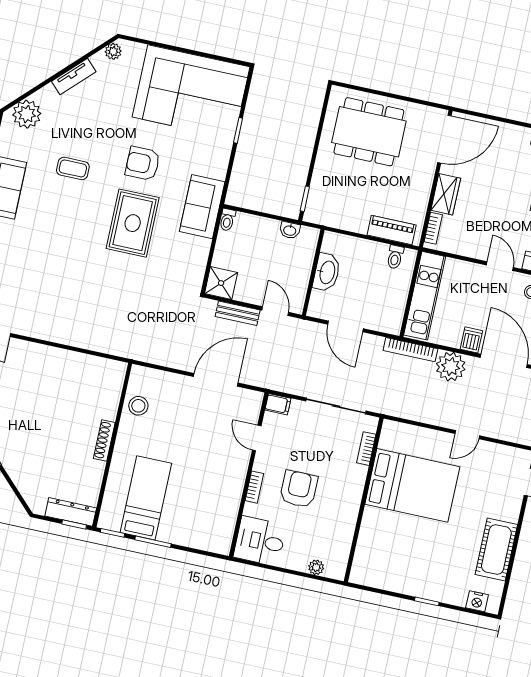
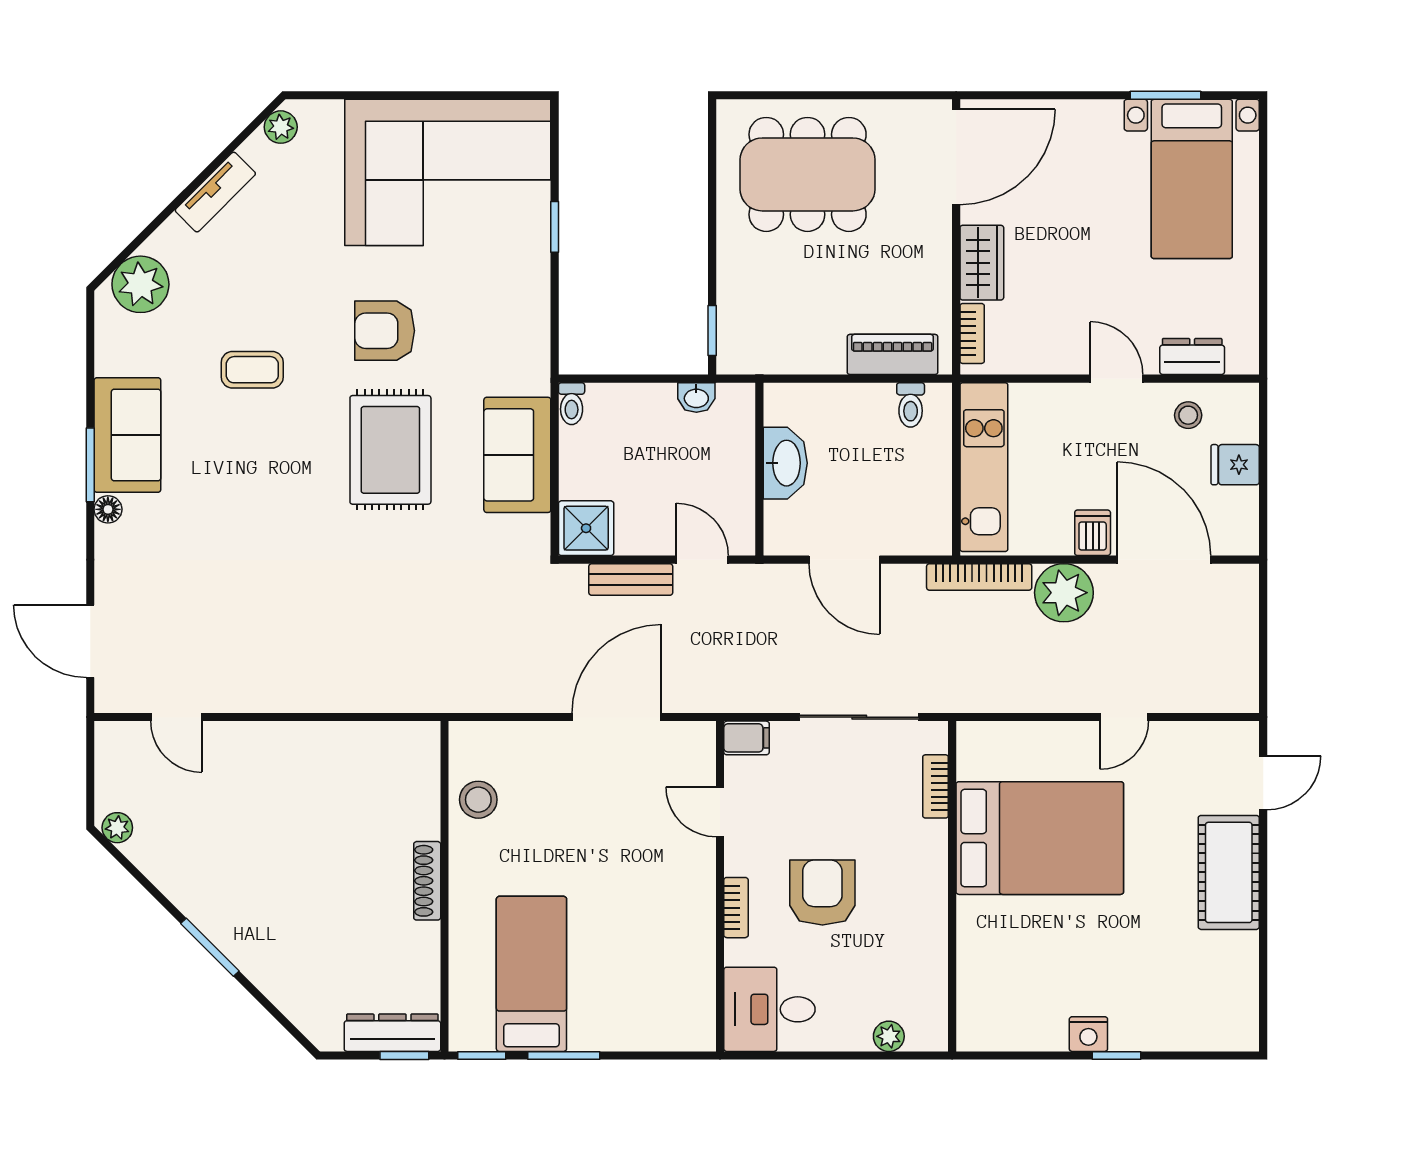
sofa: (202, 207) -> (517, 455), moved
cot: (496, 550) -> (1229, 872), moved
nightstand: (477, 601) -> (1088, 1034), moved

